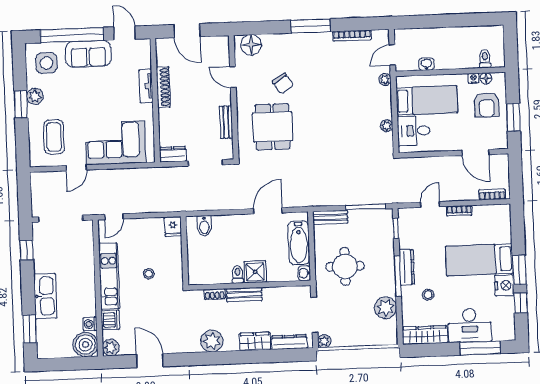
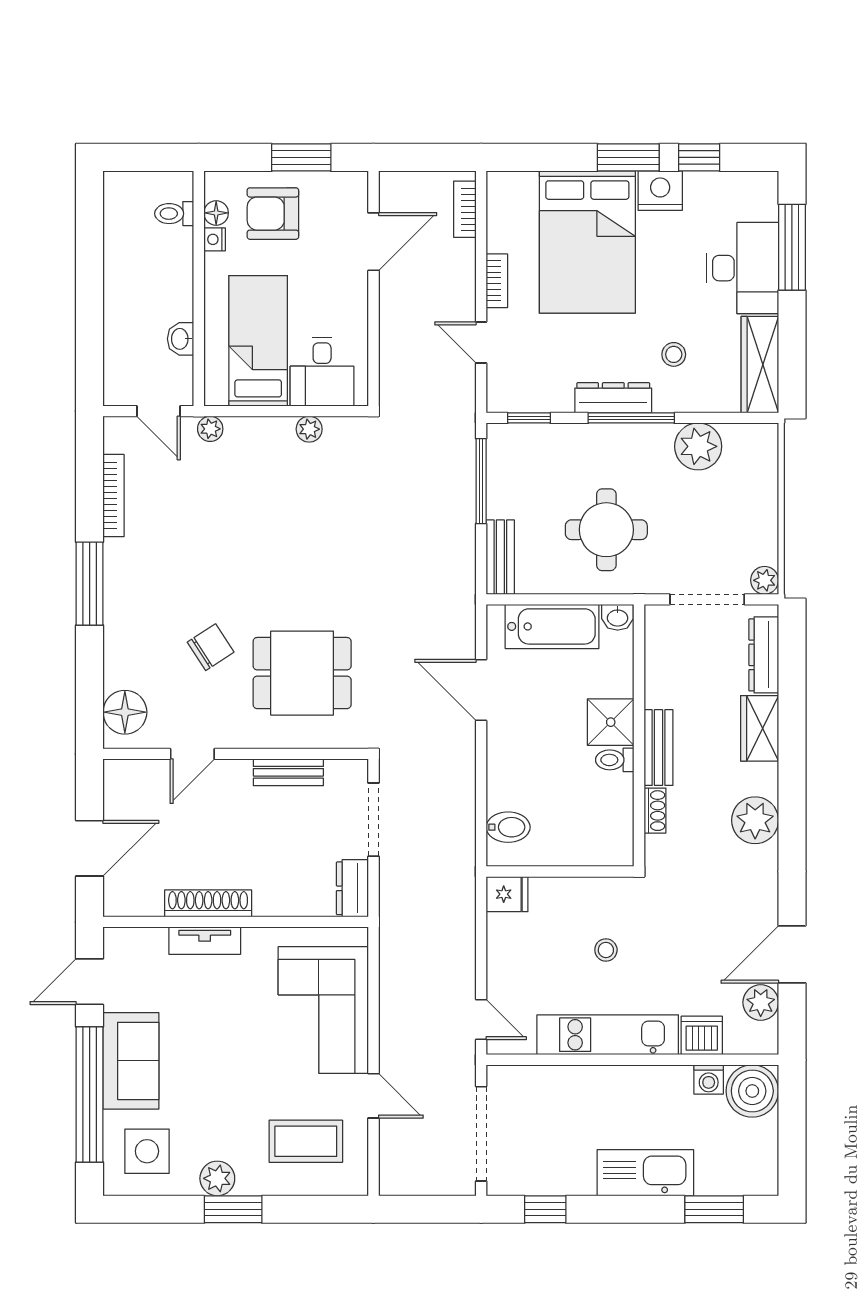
armchair: (487, 105) -> (273, 214), turned 180
bed: (479, 260) -> (587, 242), width x1.50
plant: (111, 348) -> (761, 1002), moved

